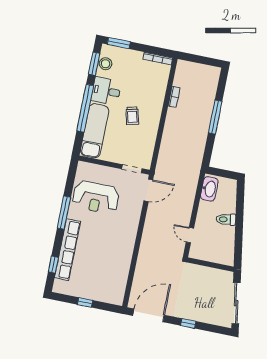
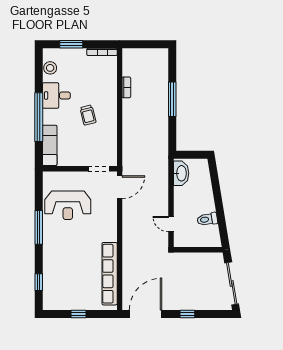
window: (119, 43) -> (71, 44), moved
window: (94, 64) -> (39, 70), removed
exam couch: (95, 131) -> (50, 145), width x0.73, depth x0.69
toilet: (226, 219) -> (207, 219), moved
row of seats: (68, 250) -> (110, 274), moved, turned 180

